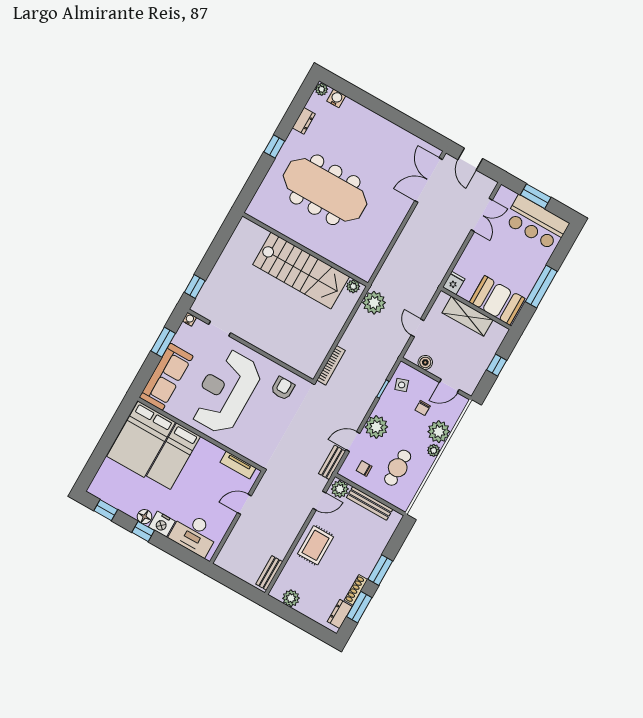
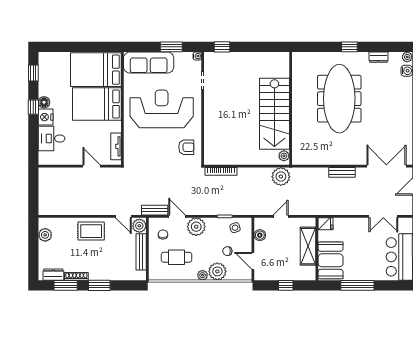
bed: (173, 456) -> (97, 104), width x1.50
desk: (194, 534) -> (52, 139), width x0.73
bench: (269, 573) -> (342, 172), moved

